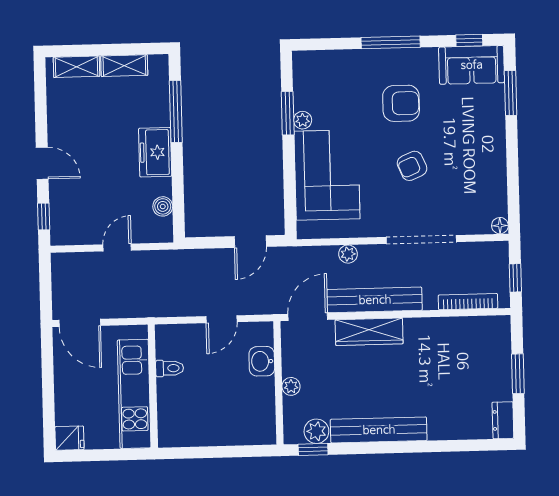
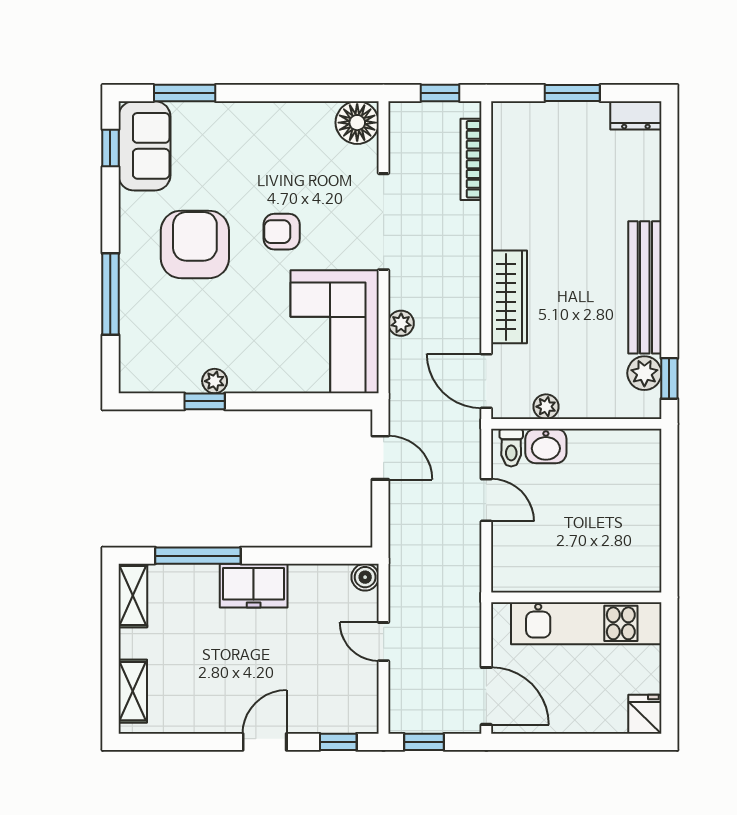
window: (391, 42) -> (110, 294), moved
shelving: (124, 66) -> (133, 595), moved
armchair: (401, 103) -> (195, 244), width x1.36, depth x1.36
window: (288, 113) -> (205, 401), width x0.67
armchair: (412, 166) -> (282, 232), turned 113
corner sofa: (327, 175) -> (335, 332), moved, turned -90
boiler: (163, 206) -> (365, 577), moved
floor lamp: (500, 226) -> (357, 123), width x1.89, depth x1.89
window: (45, 279) -> (424, 742), added
bench: (375, 300) -> (465, 288), removed
door: (80, 323) -> (486, 696), hinge flipped
toilet: (170, 368) -> (511, 448), moved, turned 180
plant: (291, 386) -> (546, 407), moved

